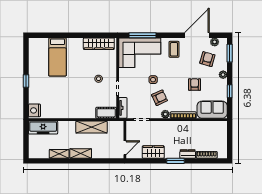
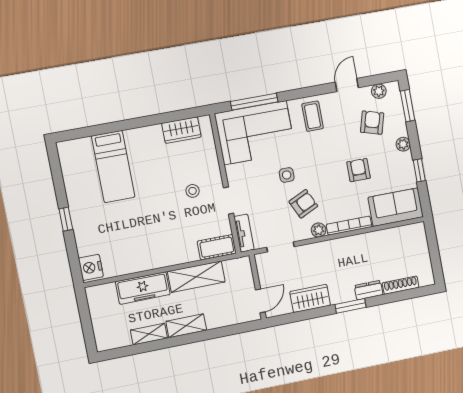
door: (197, 35) -> (347, 85), width x0.53
wardrobe: (99, 44) -> (181, 130), width x0.67
freezer: (43, 128) -> (143, 288), moved

